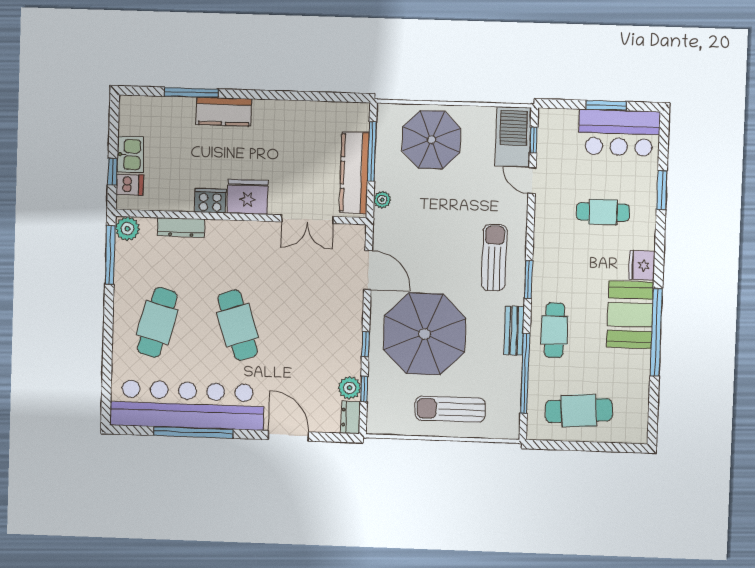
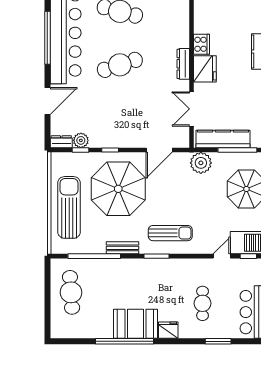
plant: (382, 200) -> (201, 163), width x1.88, depth x1.88
dresser: (181, 227) -> (183, 64), moved
cafe table: (555, 330) -> (124, 274), removed
sun lounger: (450, 409) -> (69, 207), width x1.36, depth x1.34

